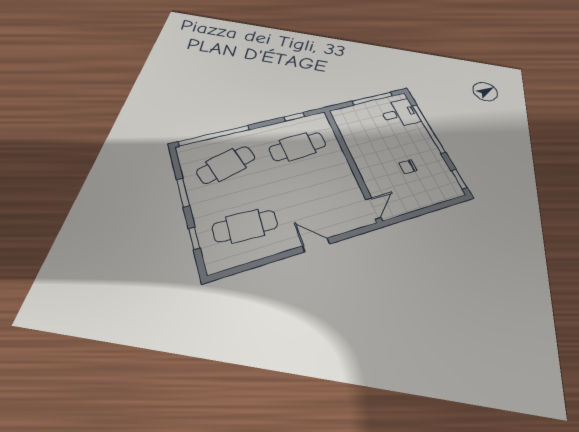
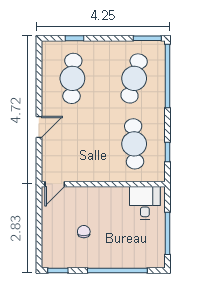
desk: (400, 113) -> (145, 203), moved, turned 180
cafe table: (226, 165) -> (134, 78), turned 30
window: (183, 192) -> (147, 38), moved
door: (373, 208) -> (55, 184), hinge flipped

